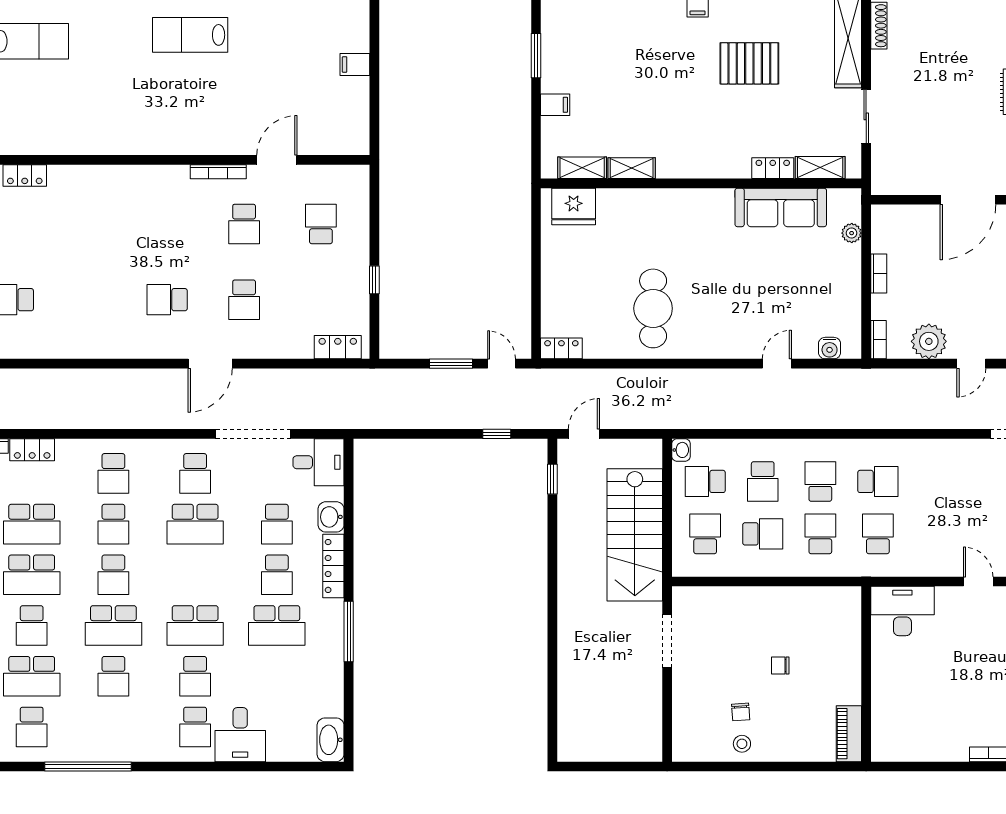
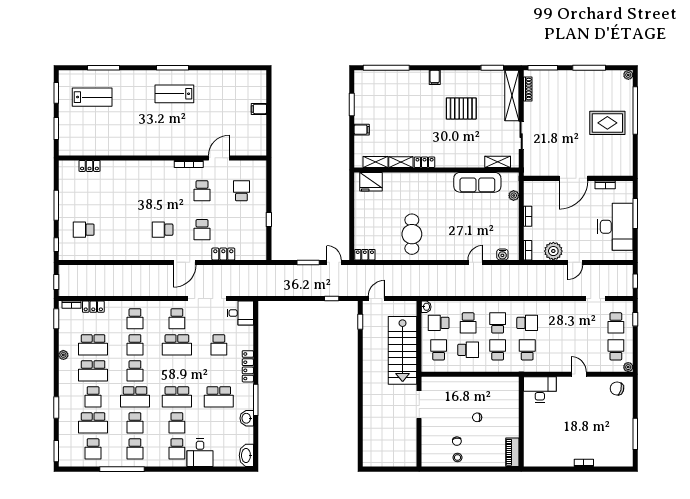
locker: (773, 168) -> (425, 162), moved
locker: (338, 347) -> (223, 254), moved
washbasin: (331, 517) -> (247, 418), moved
school desk: (277, 575) -> (135, 449), moved

